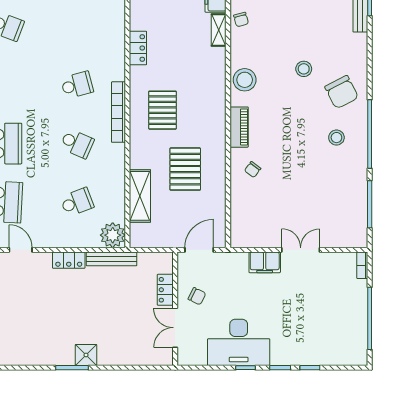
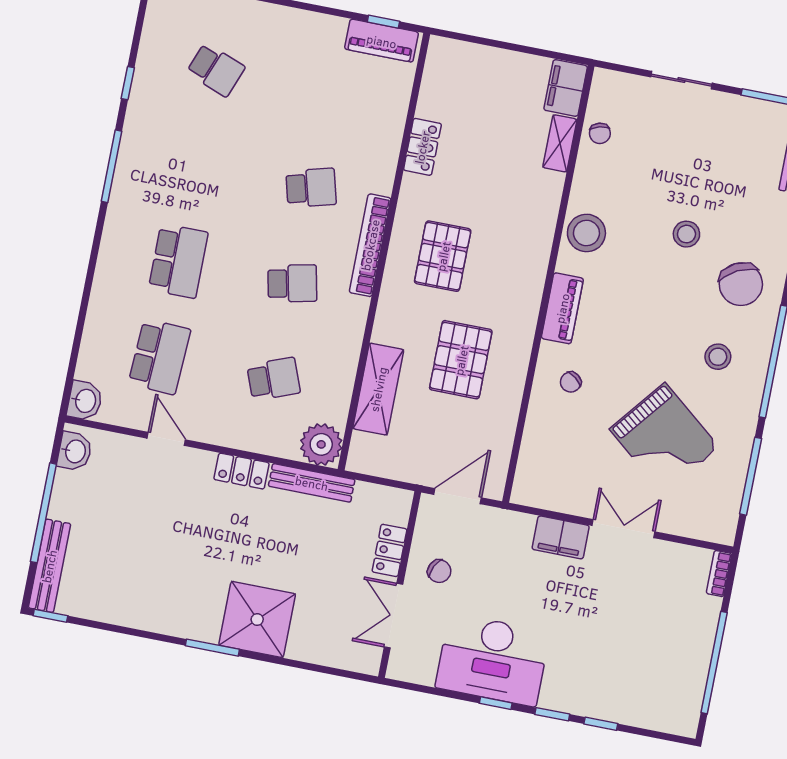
school desk: (77, 144) -> (292, 283), turned -36
grand piano: (314, 192) -> (664, 438), added
shower: (86, 355) -> (257, 619), width x1.86, depth x1.86

